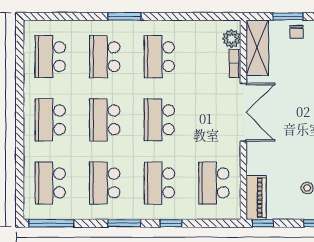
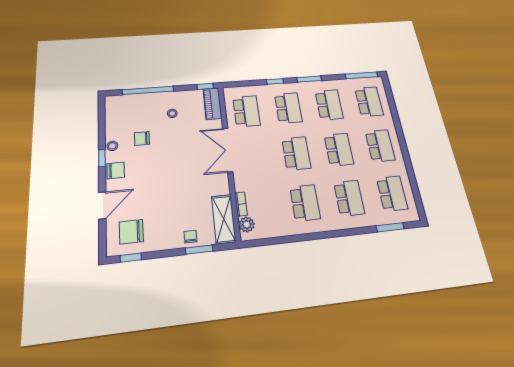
window: (125, 16) -> (390, 227), moved
double door: (243, 112) -> (228, 150), moved

